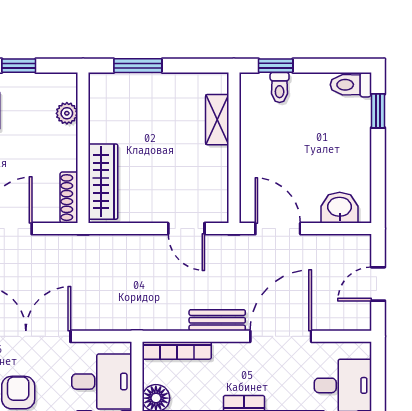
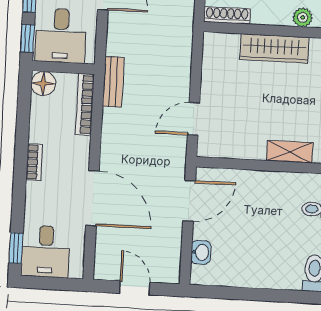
window: (378, 111) -> (290, 296), removed
wardrobe: (103, 182) -> (274, 48), moved
washbasin: (340, 208) -> (201, 252), width x0.72, depth x0.69
bench: (217, 320) -> (113, 82), moved

